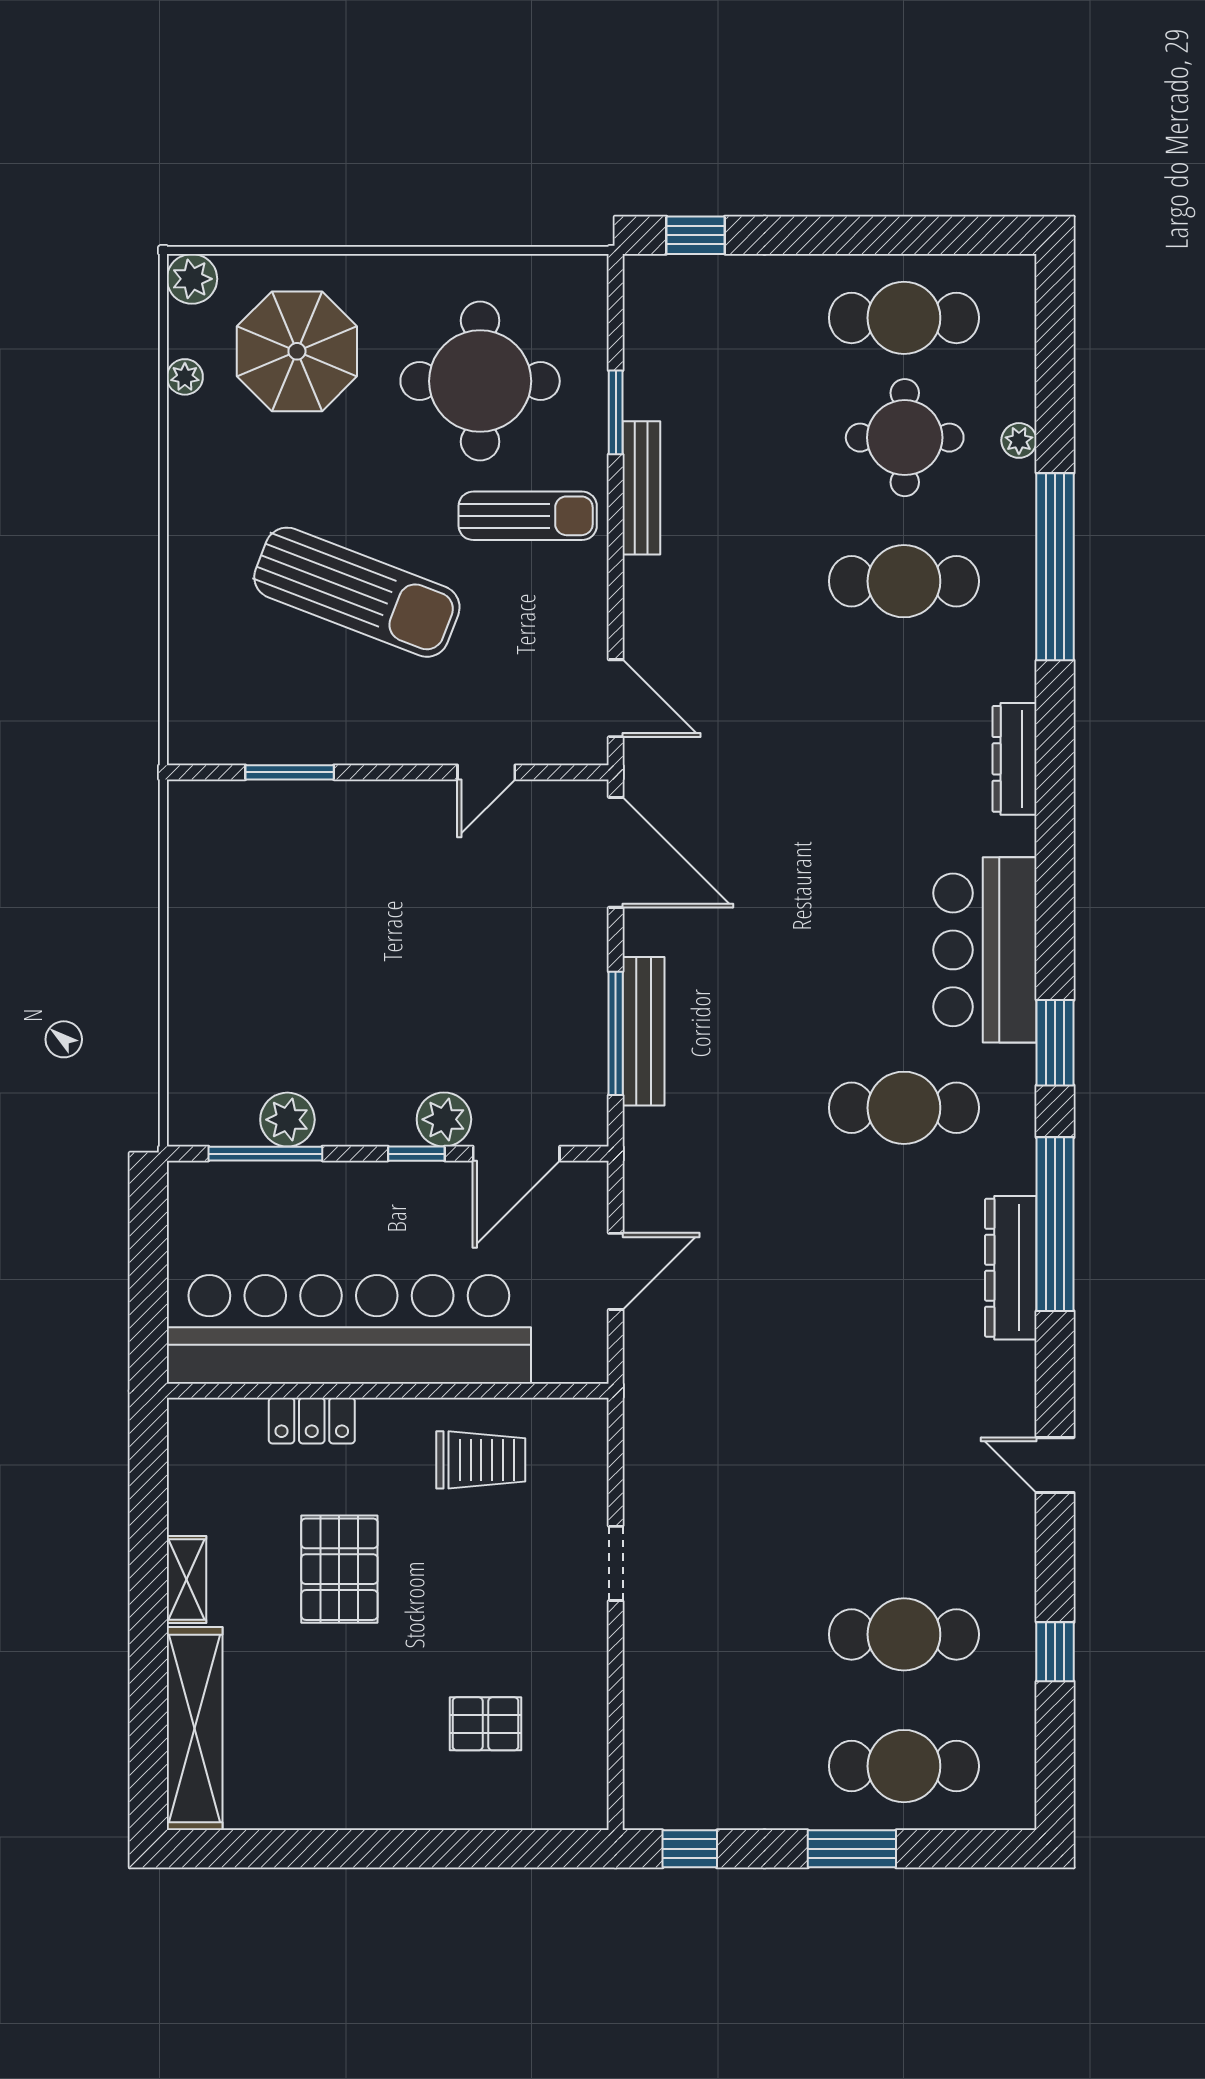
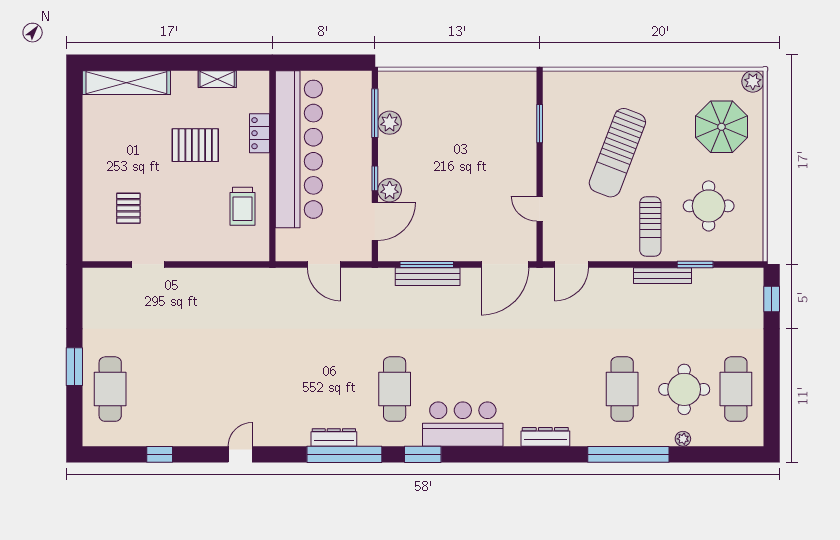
plant: (185, 377) -> (710, 78), removed
round table: (480, 381) -> (709, 206), width x0.73, depth x0.73
door: (516, 1154) -> (375, 222), swing flipped
dresser: (1011, 1268) -> (334, 437), width x0.73, depth x0.80
doorway: (616, 1563) -> (148, 264), moved
shelving: (187, 1579) -> (217, 79), moved
cafe table: (904, 1634) -> (167, 389), removed
window: (690, 1849) -> (74, 297), removed

